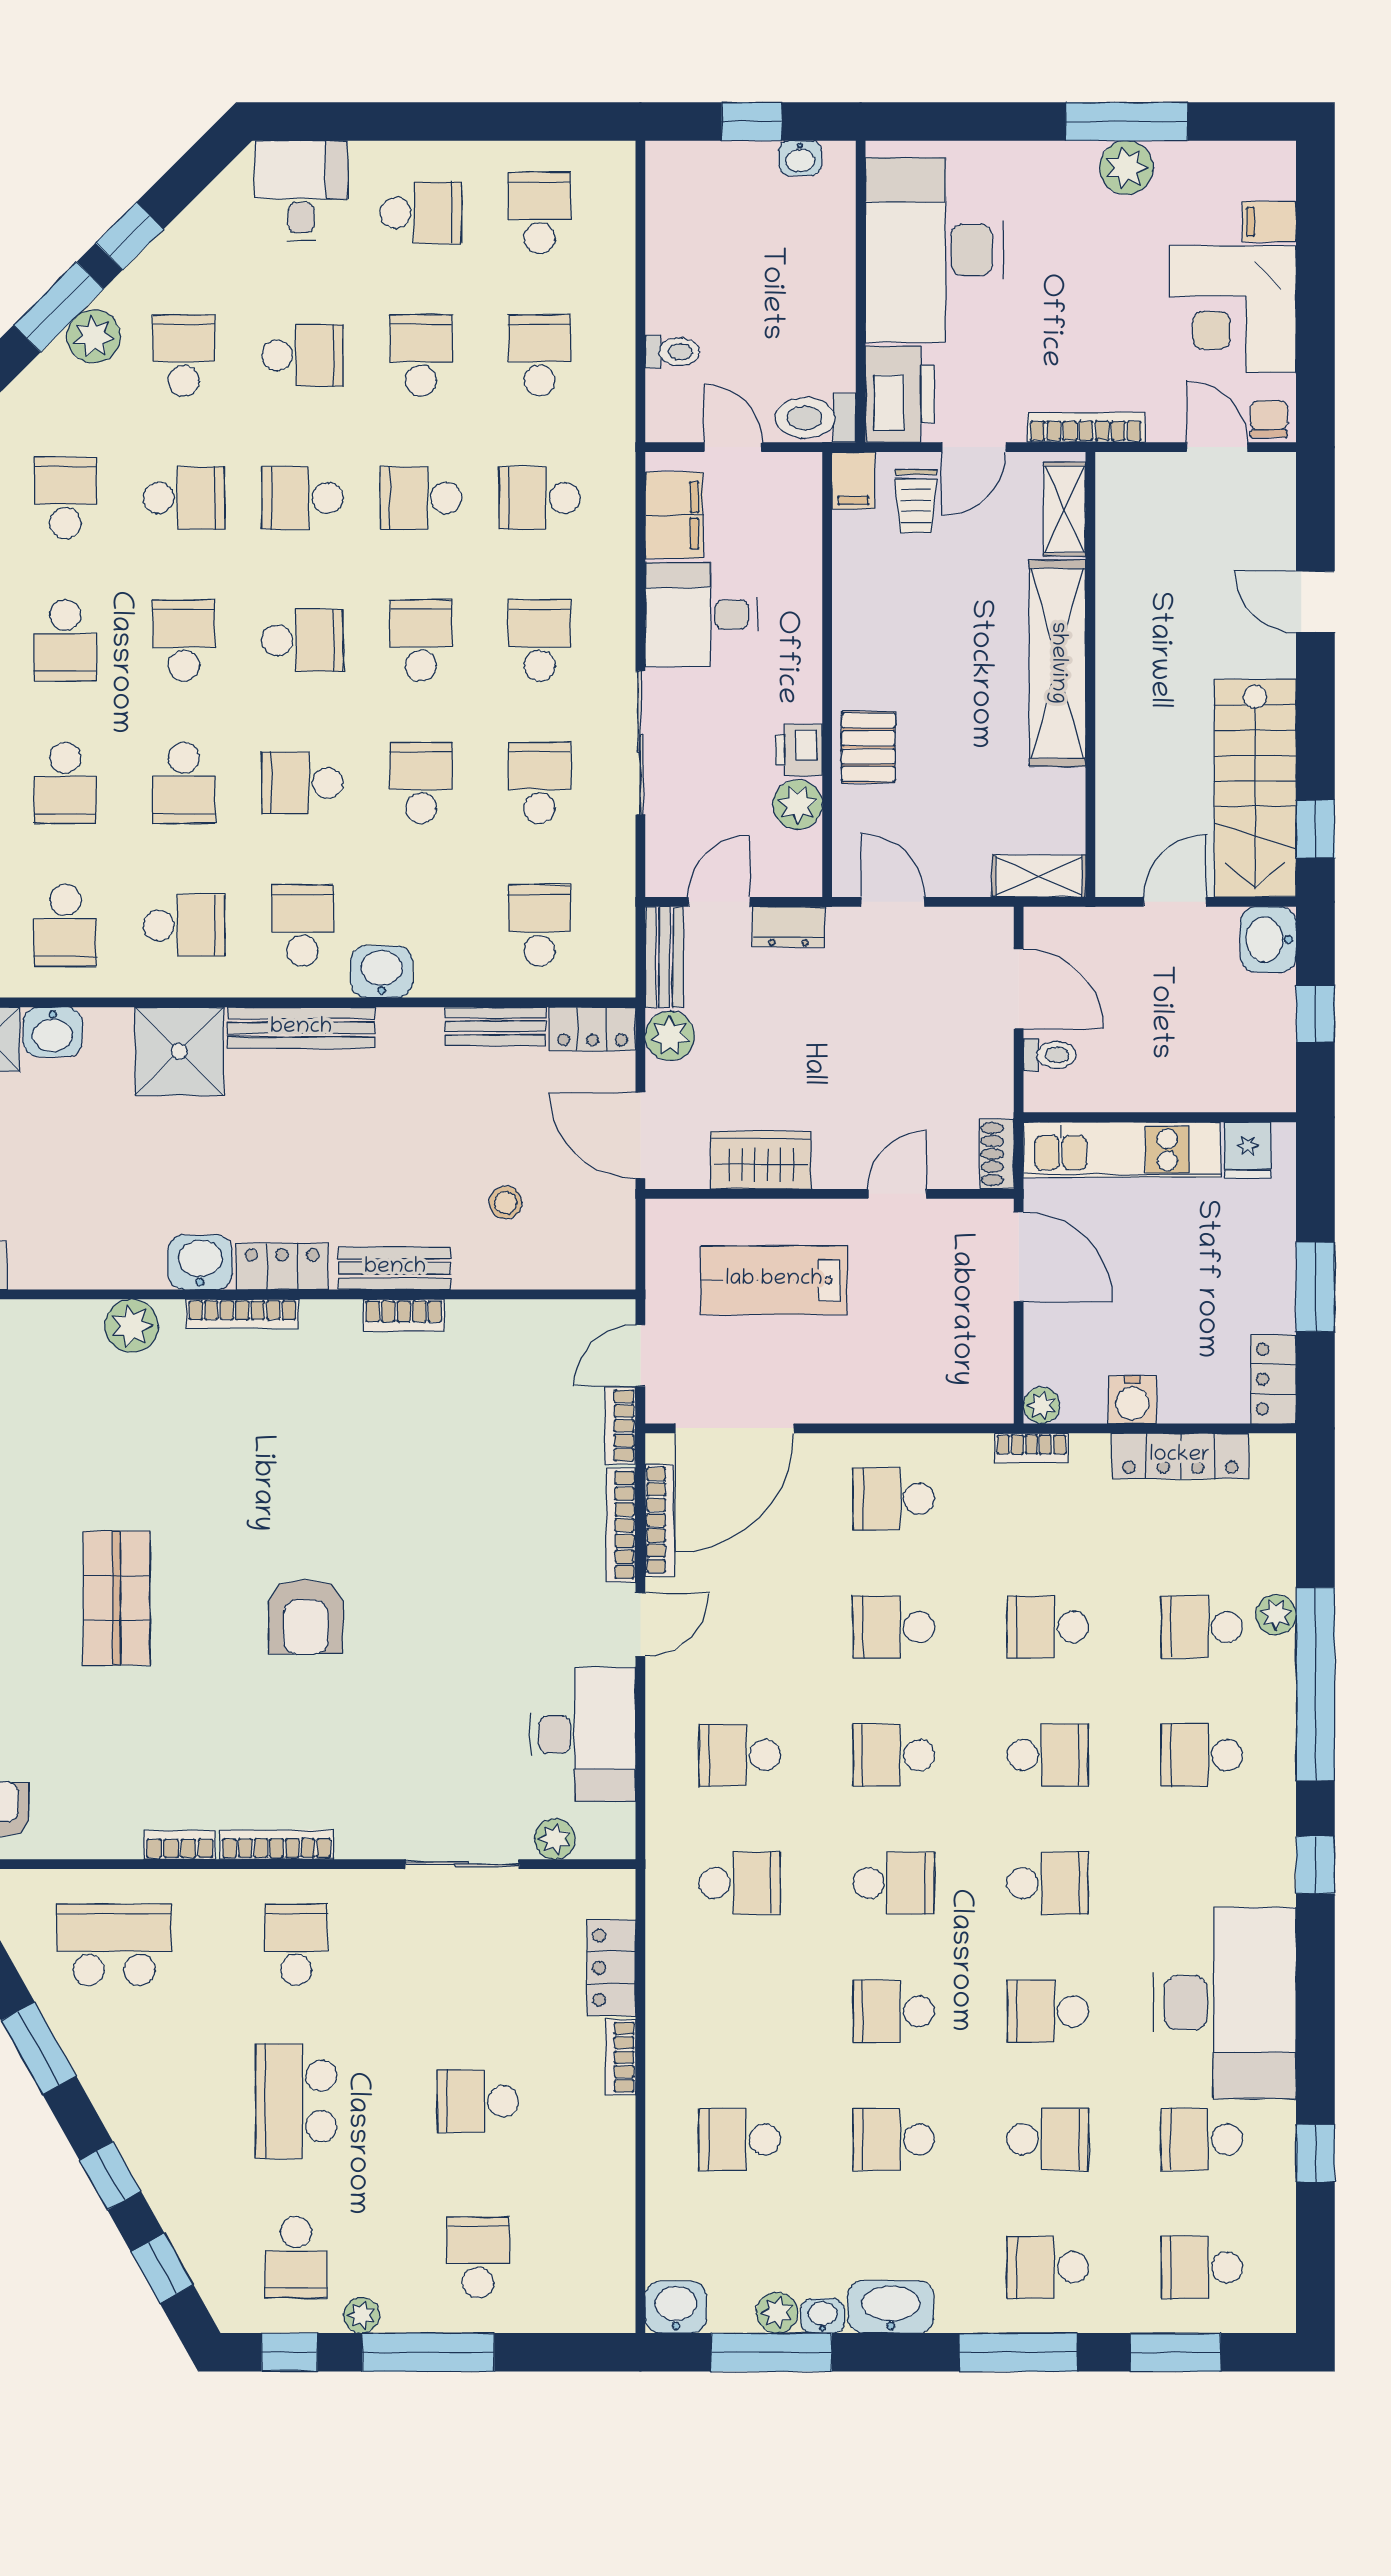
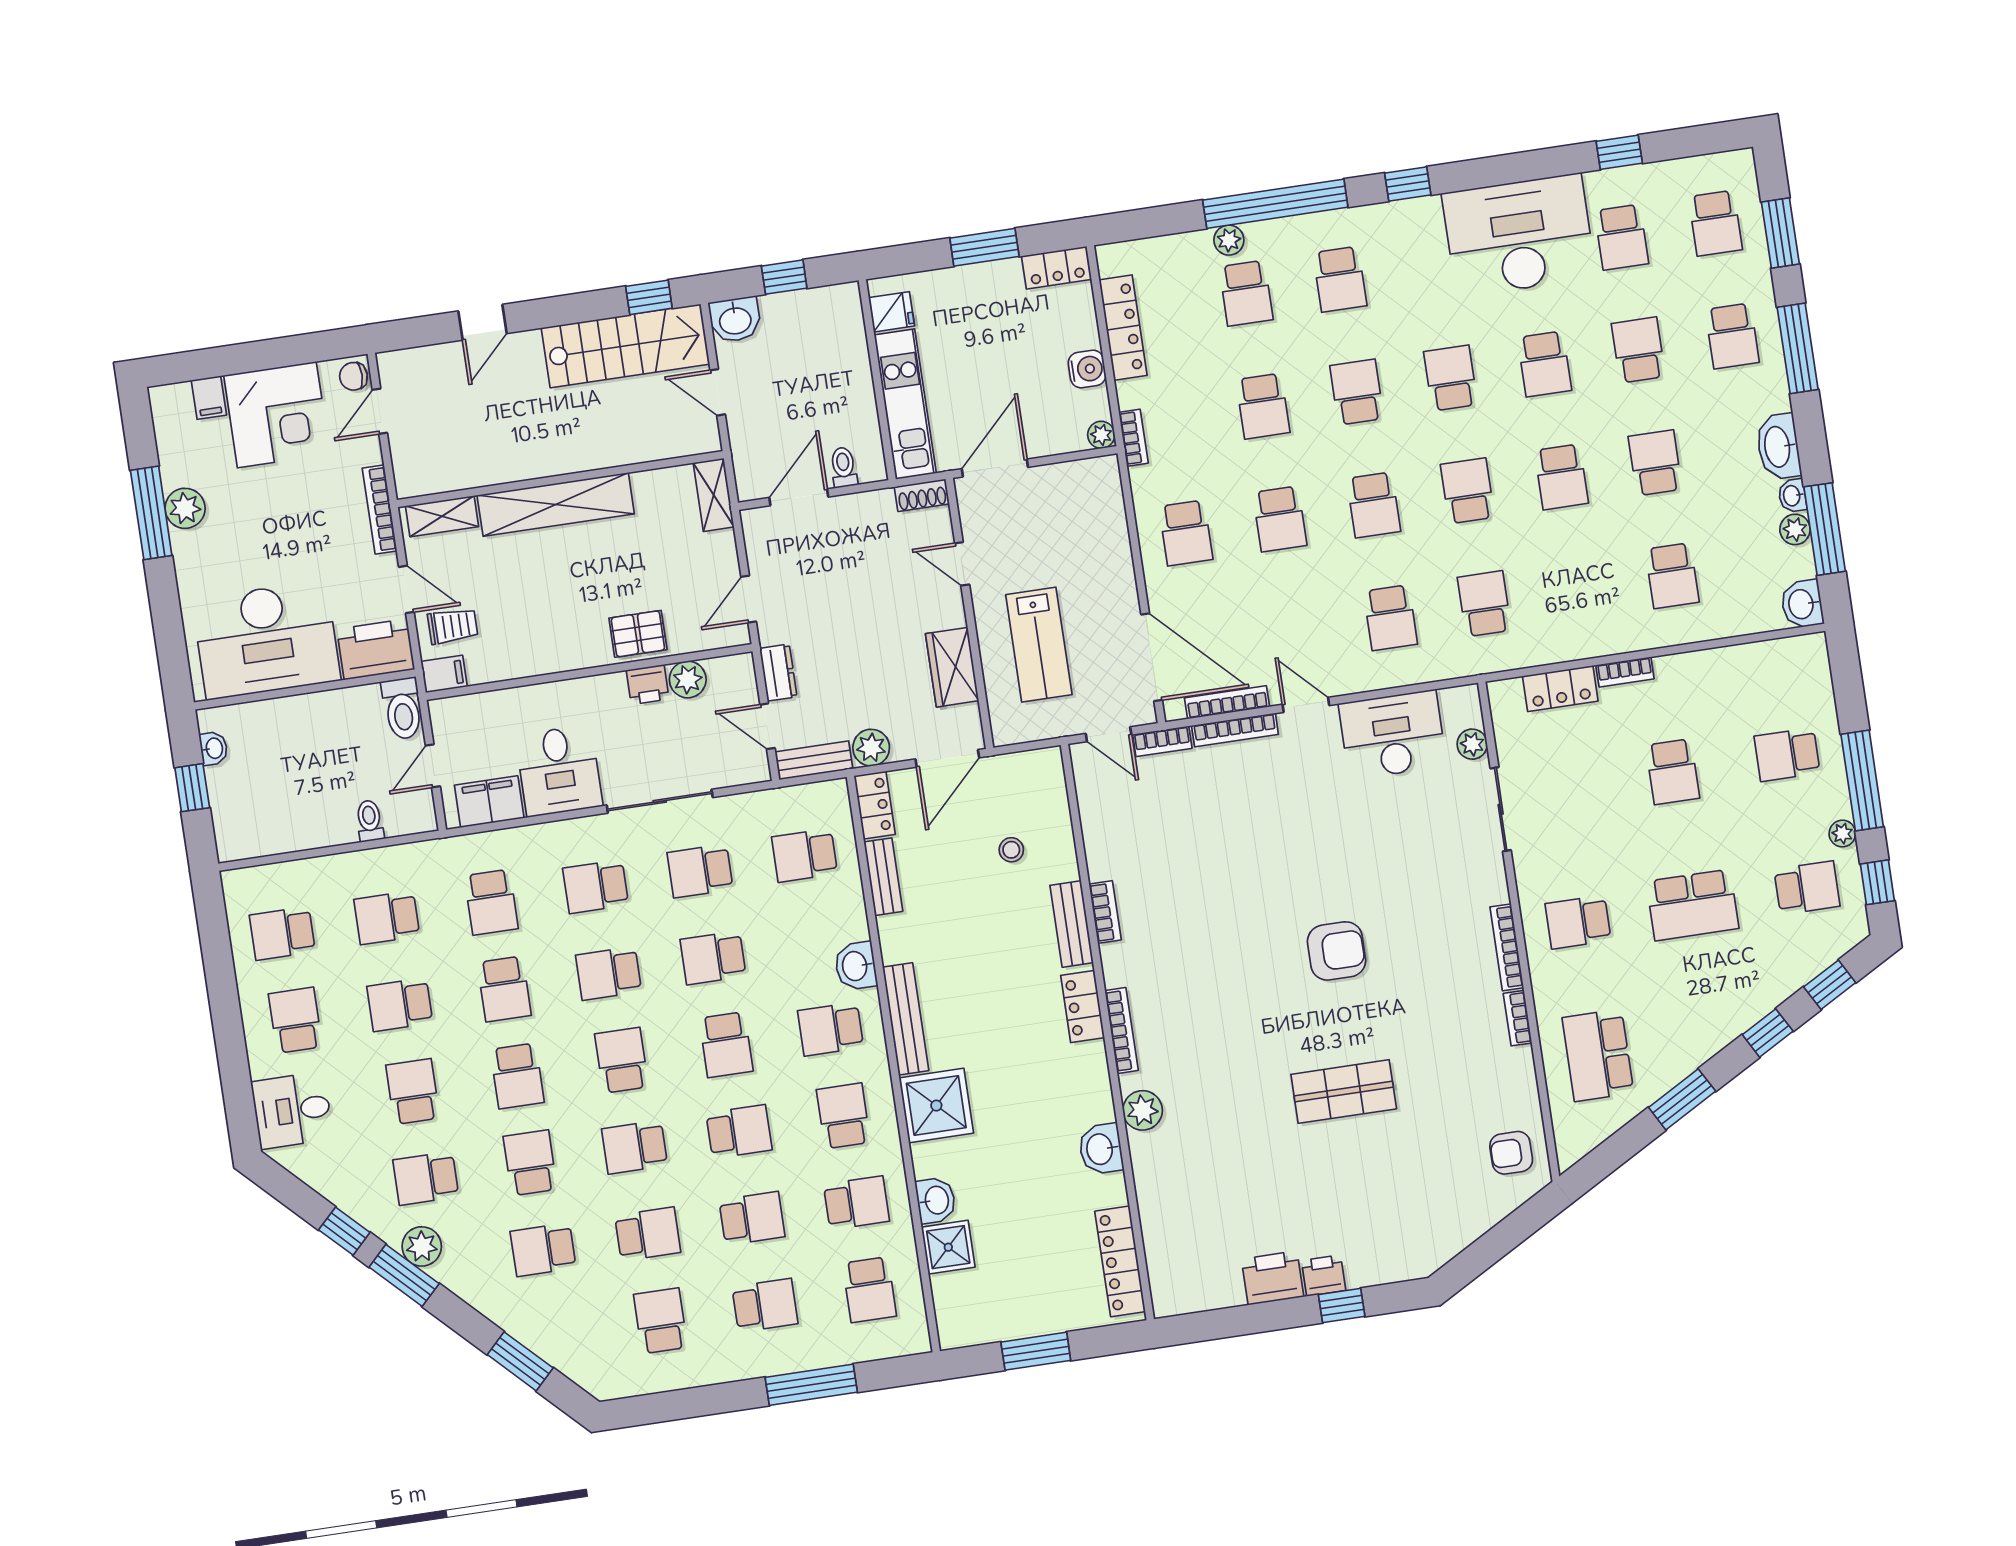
washbasin: (200, 1262) -> (1101, 1149), moved
school desk: (894, 2139) -> (1655, 463), turned 180

